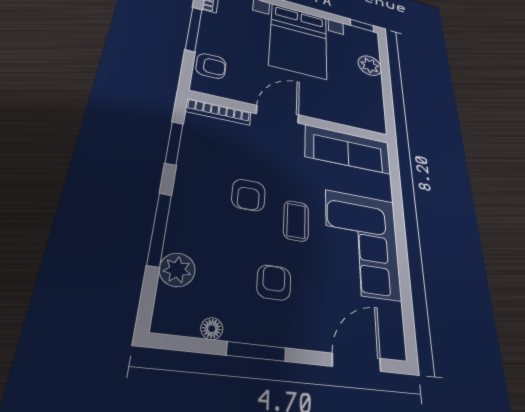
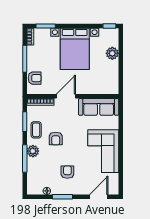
coffee table: (296, 221) -> (36, 130), moved
plant: (177, 270) -> (33, 151), moved

